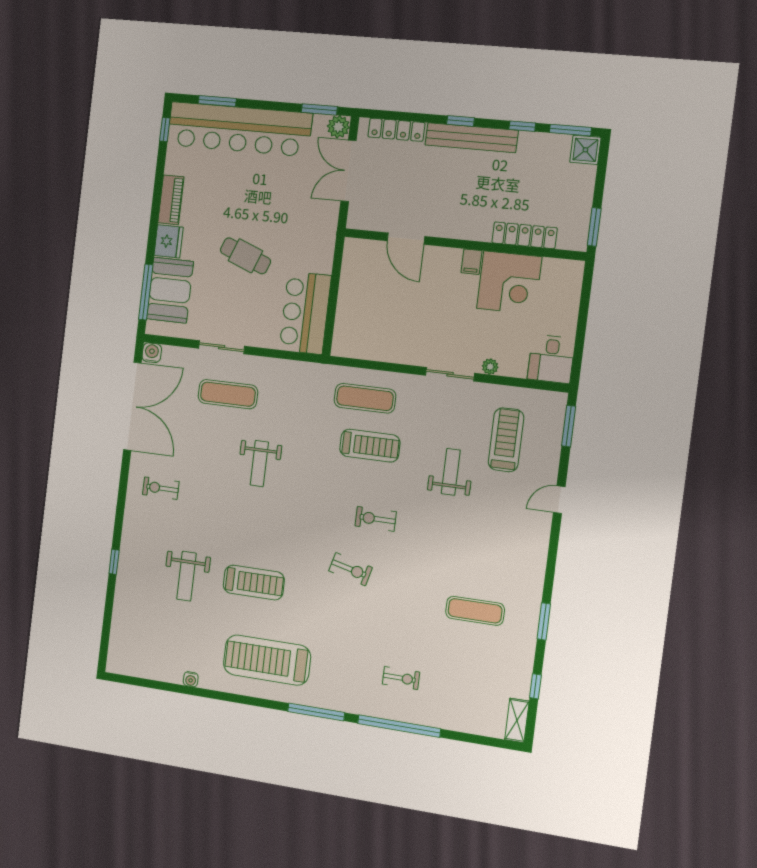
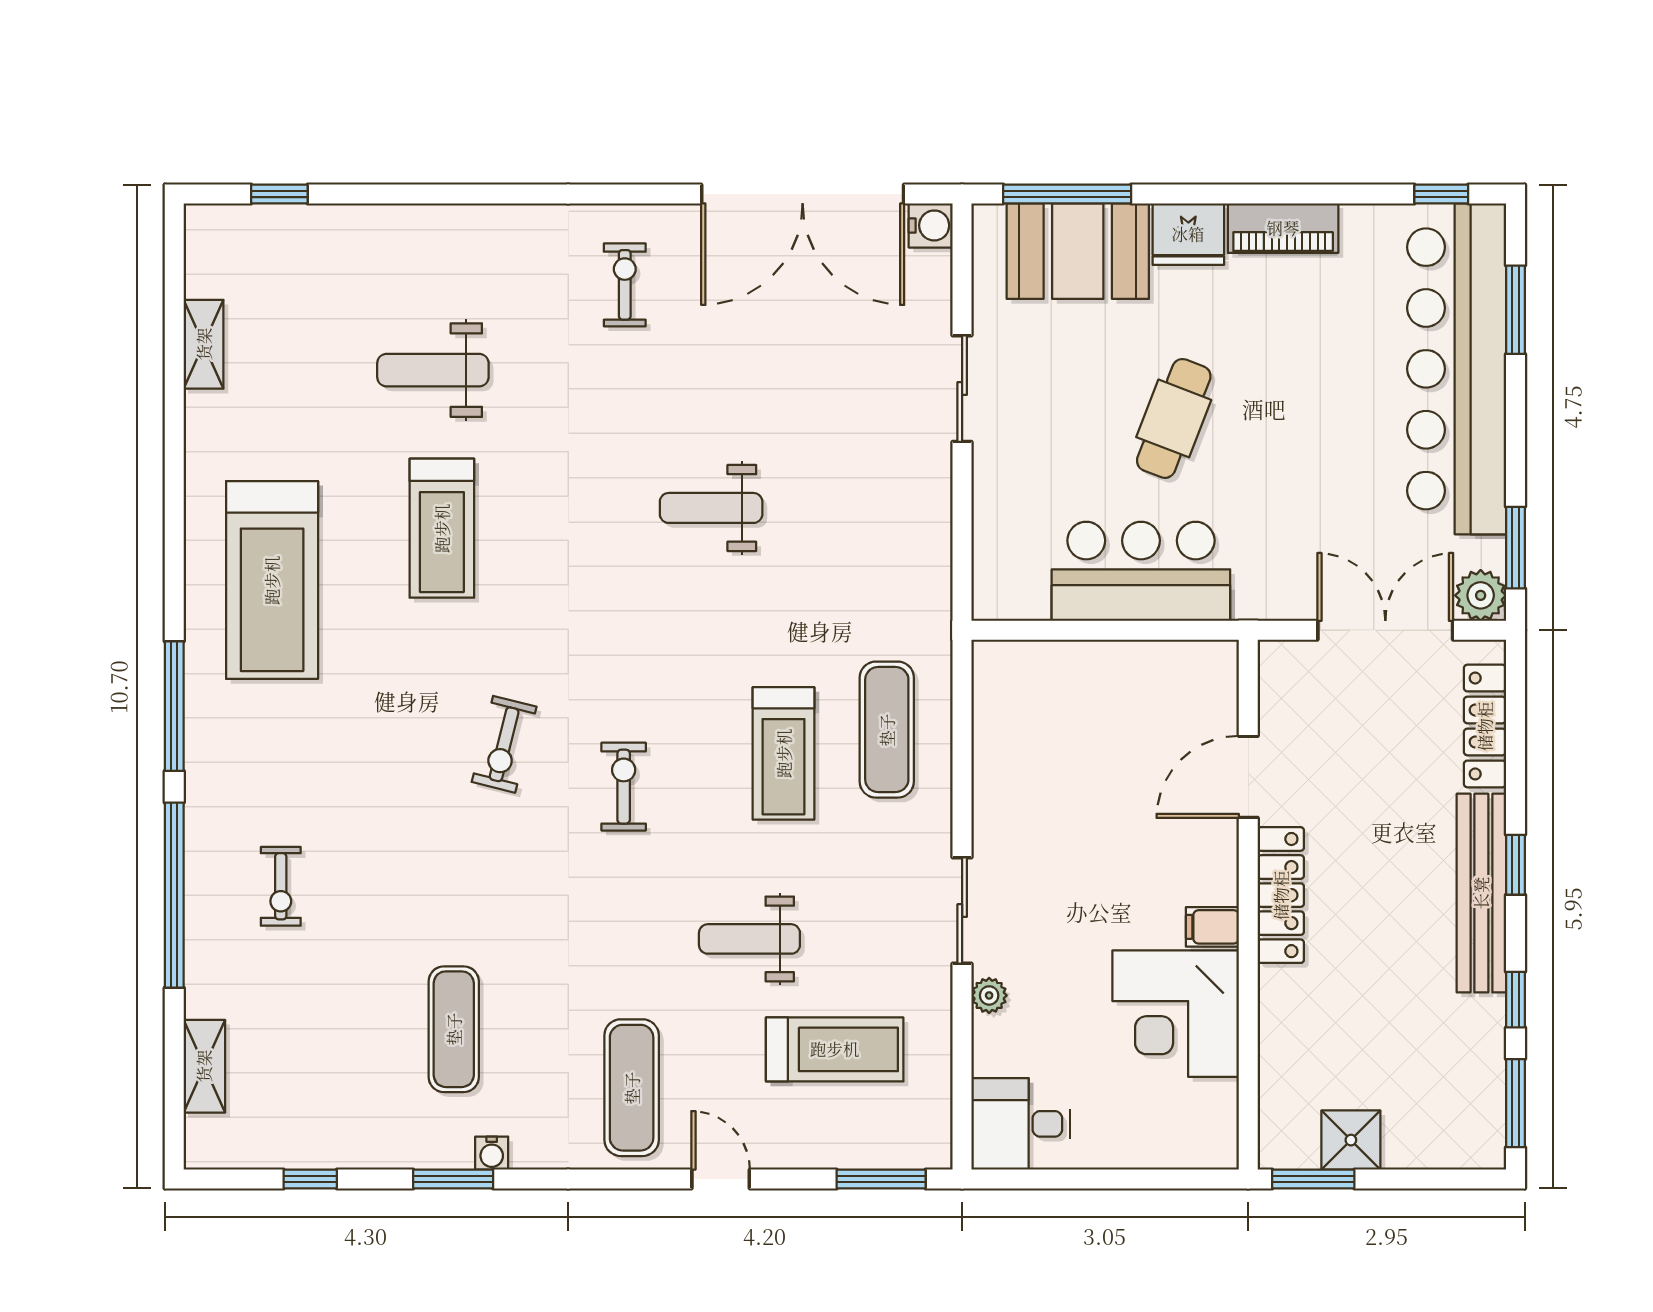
shower: (585, 150) -> (1351, 1140), moved
locker: (524, 235) -> (1281, 895), moved
bar counter: (305, 313) -> (1141, 571), moved
exercise mat: (228, 394) -> (632, 1088), moved
weight bench: (451, 472) -> (749, 939), turned 180
window: (114, 562) -> (279, 194), moved
treadmill: (267, 660) -> (272, 580), turned 180
shelving: (164, 673) -> (204, 344), added
water cooler: (191, 679) -> (492, 1153), moved, turned -90
shelving: (517, 720) -> (204, 1066), moved, turned 90

